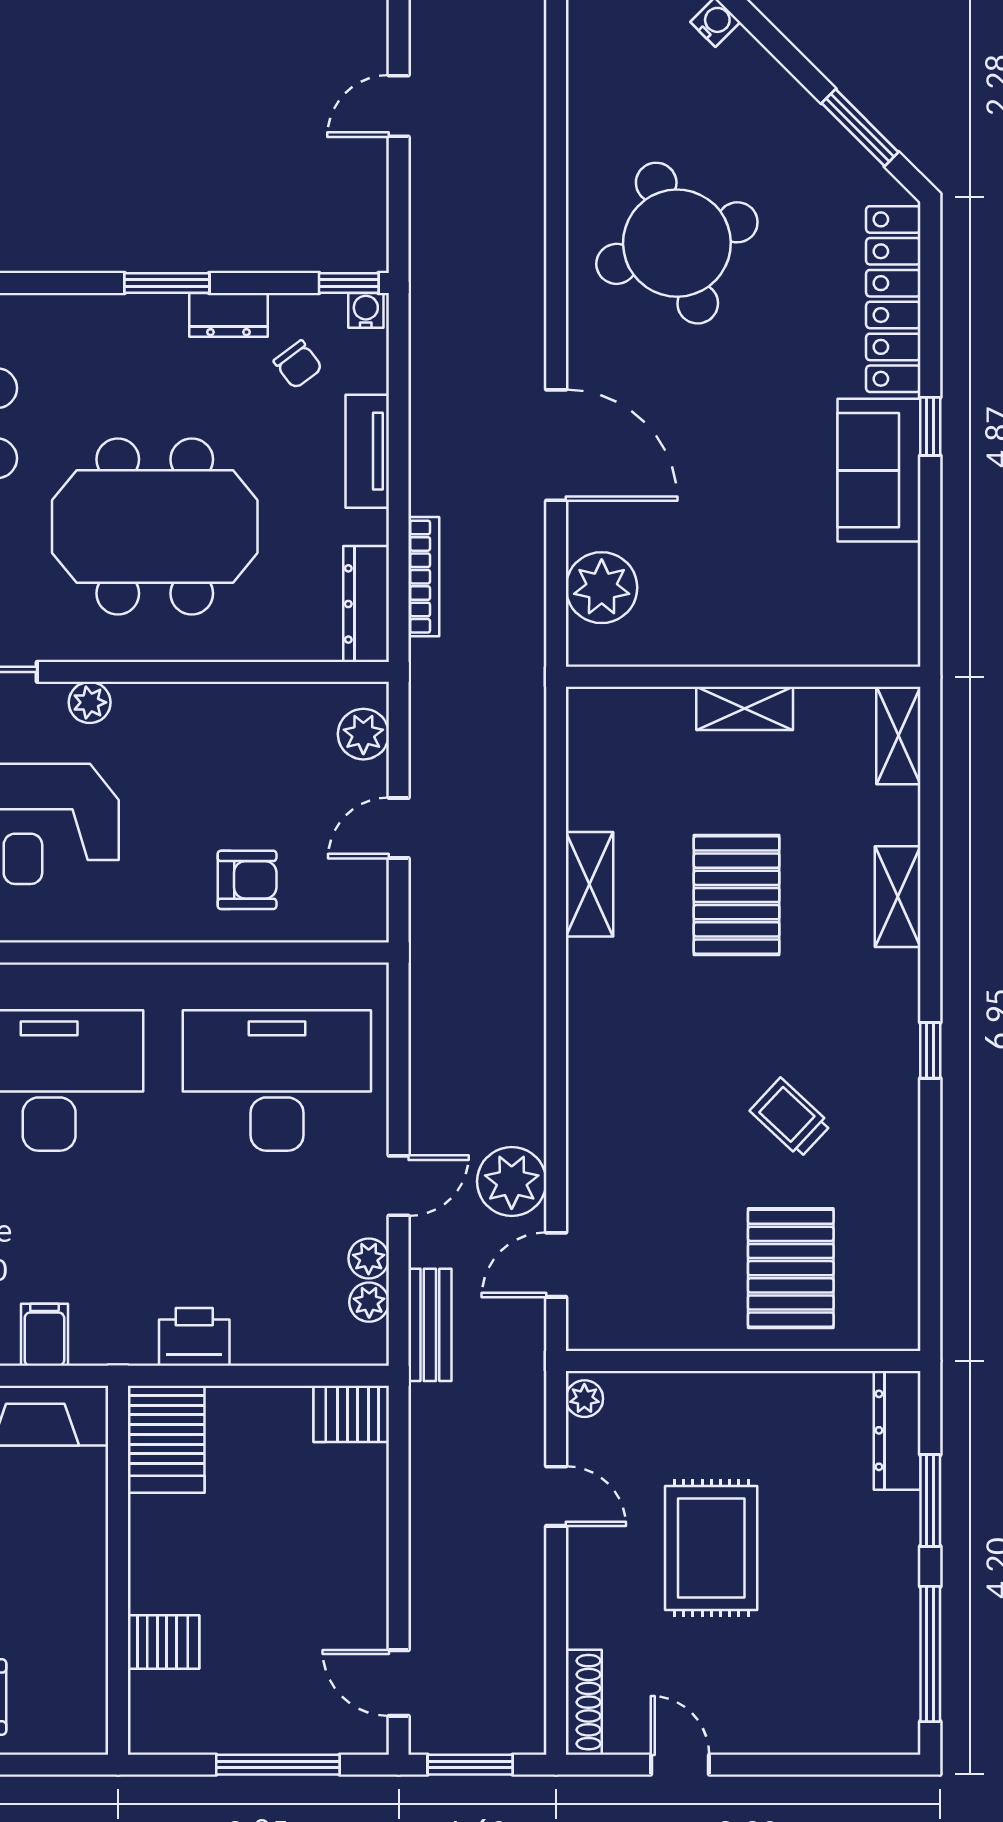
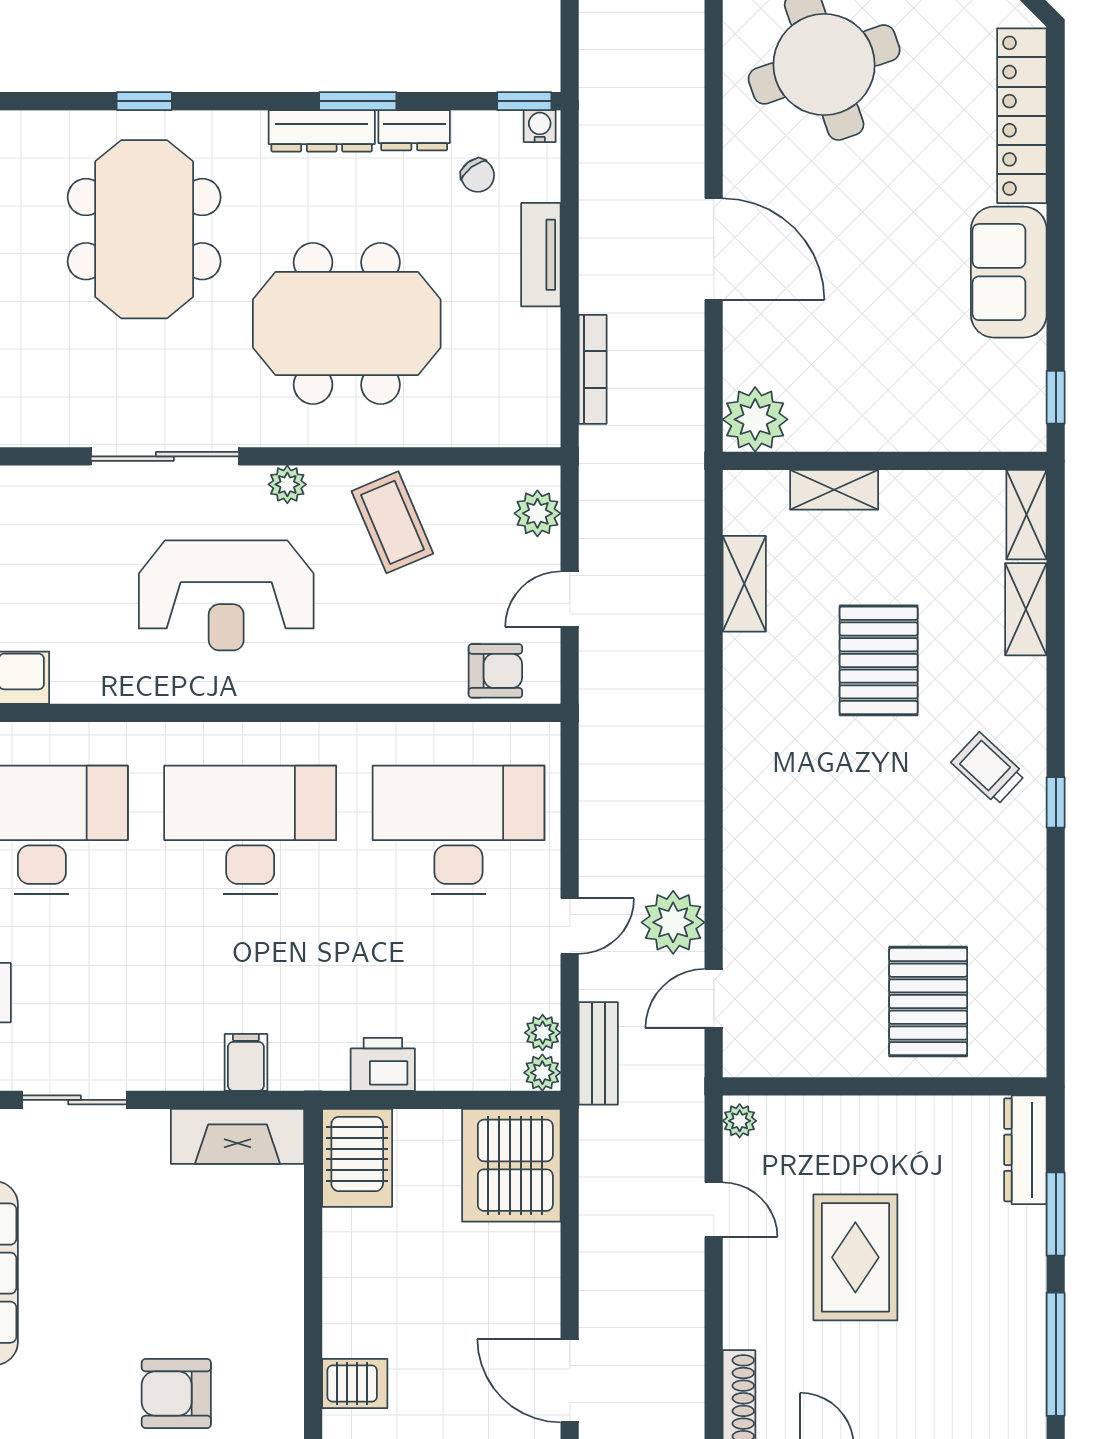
window: (930, 426) -> (1056, 397), moved
plant: (602, 588) -> (755, 419), moved
dresser: (366, 604) -> (322, 131), moved, turned -90
shelving: (745, 708) -> (834, 490), moved
coffee table: (205, 744) -> (392, 522), added
armchair: (247, 880) -> (495, 671), moved
shelving: (590, 884) -> (744, 584), moved
shelving: (898, 897) -> (1026, 609), moved
trolley: (790, 1118) -> (988, 769), moved
plant: (369, 1258) -> (542, 1073), moved
server rack: (351, 1414) -> (511, 1165), width x2.18, depth x1.44
server rack: (164, 1642) -> (355, 1384), moved
door: (399, 1683) -> (570, 1381), width x1.38

